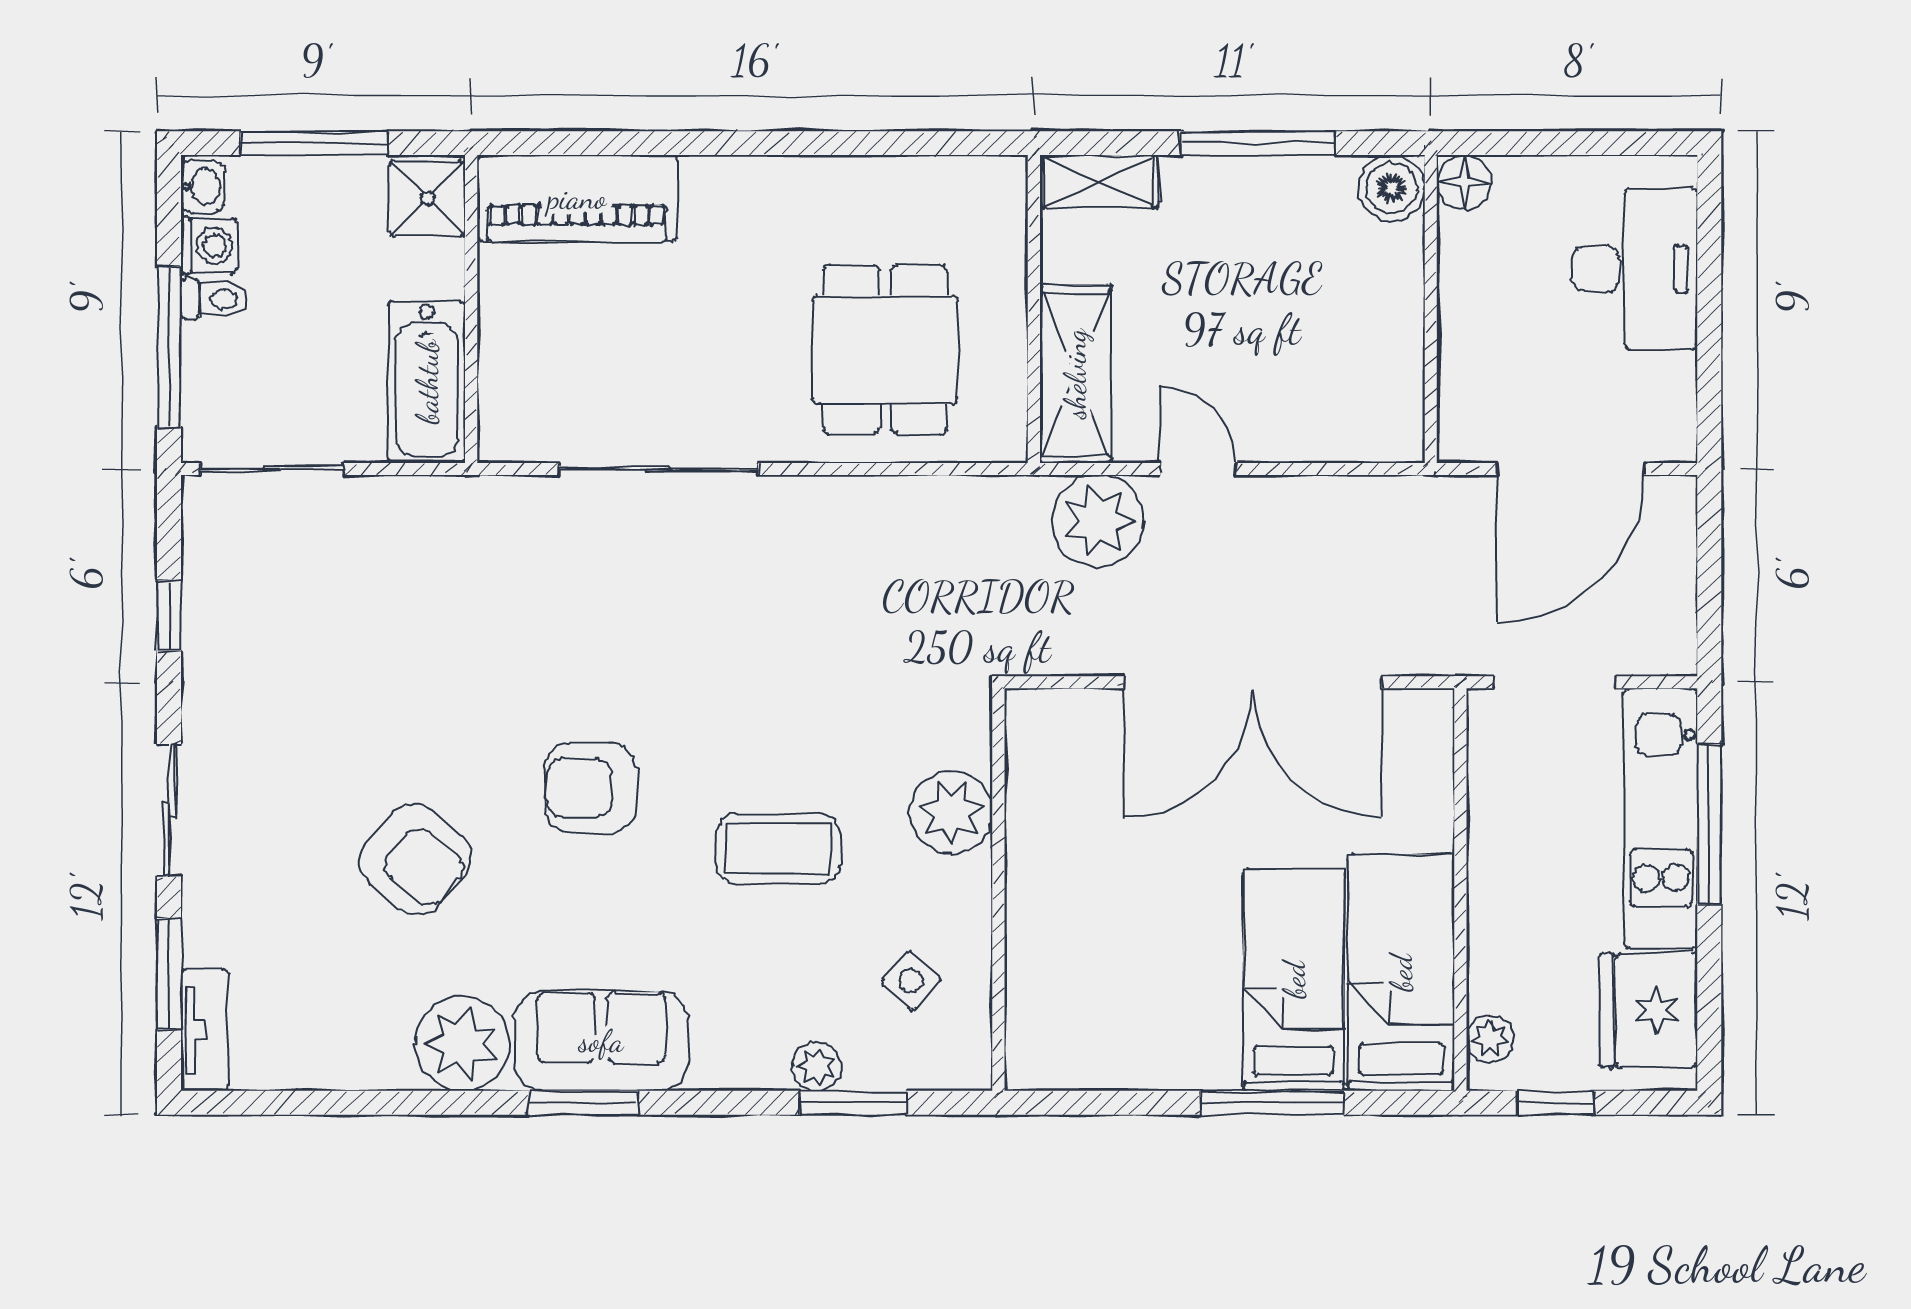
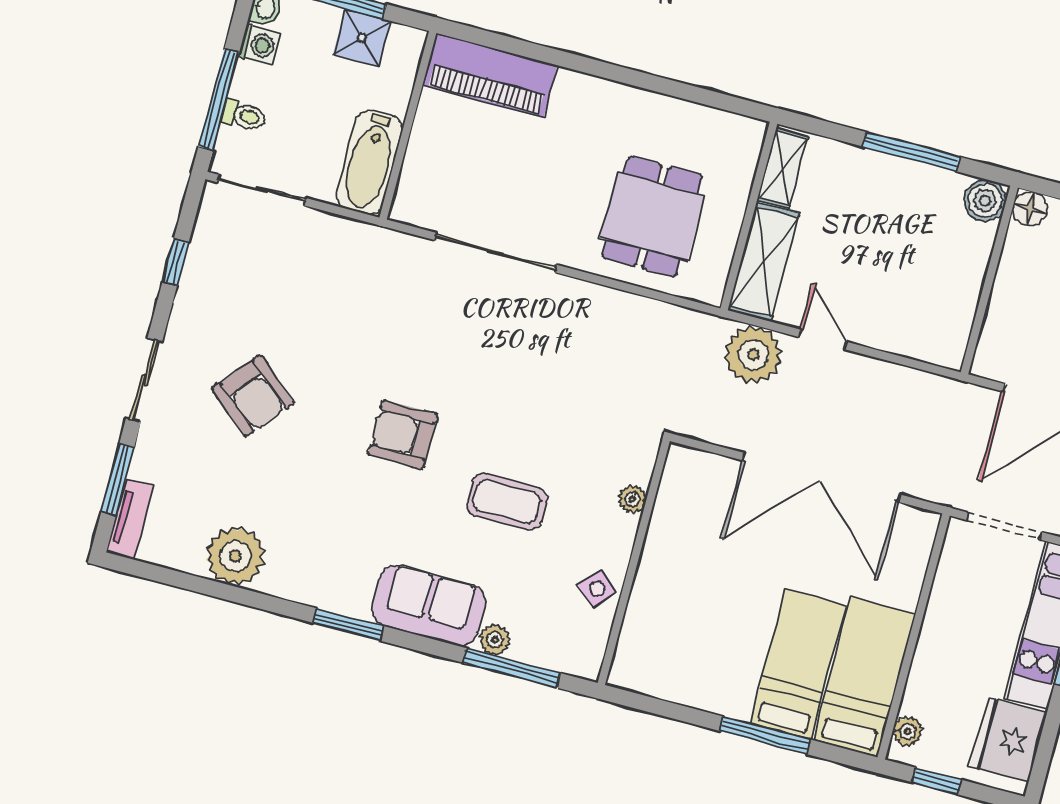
shelving: (1099, 181) -> (783, 168), moved, turned 90
shower: (427, 198) -> (362, 38), moved
toilet: (214, 299) -> (244, 116), moved
plant: (951, 812) -> (632, 499), width x0.53, depth x0.53
armchair: (415, 859) -> (253, 396), moved
side table: (911, 981) -> (597, 588), moved
sofa: (601, 1041) -> (429, 605), moved
plant: (462, 1044) -> (236, 556), moved
window: (853, 1103) -> (512, 668), width x1.44

